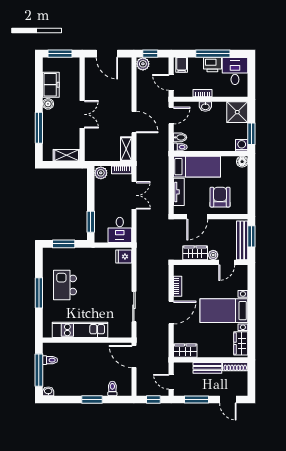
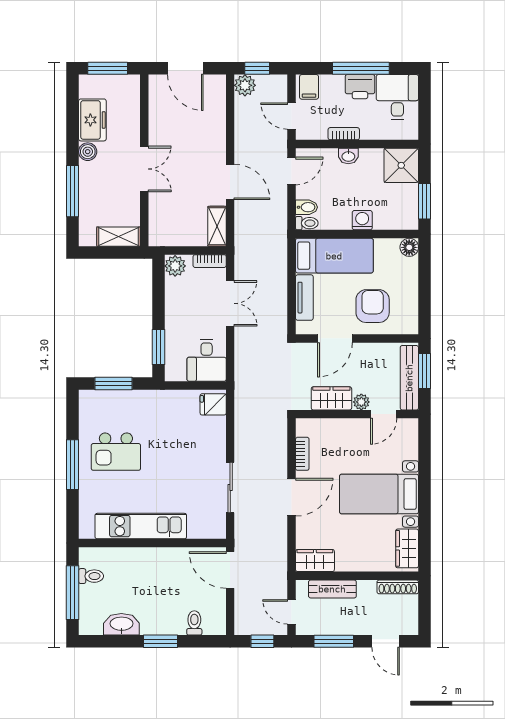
washing machine: (242, 145) -> (362, 220), moved
kitchen island: (65, 285) -> (116, 452), turned -90
bench: (207, 368) -> (332, 589), moved
washbasin: (48, 391) -> (121, 624), moved, width x1.91, depth x1.45

